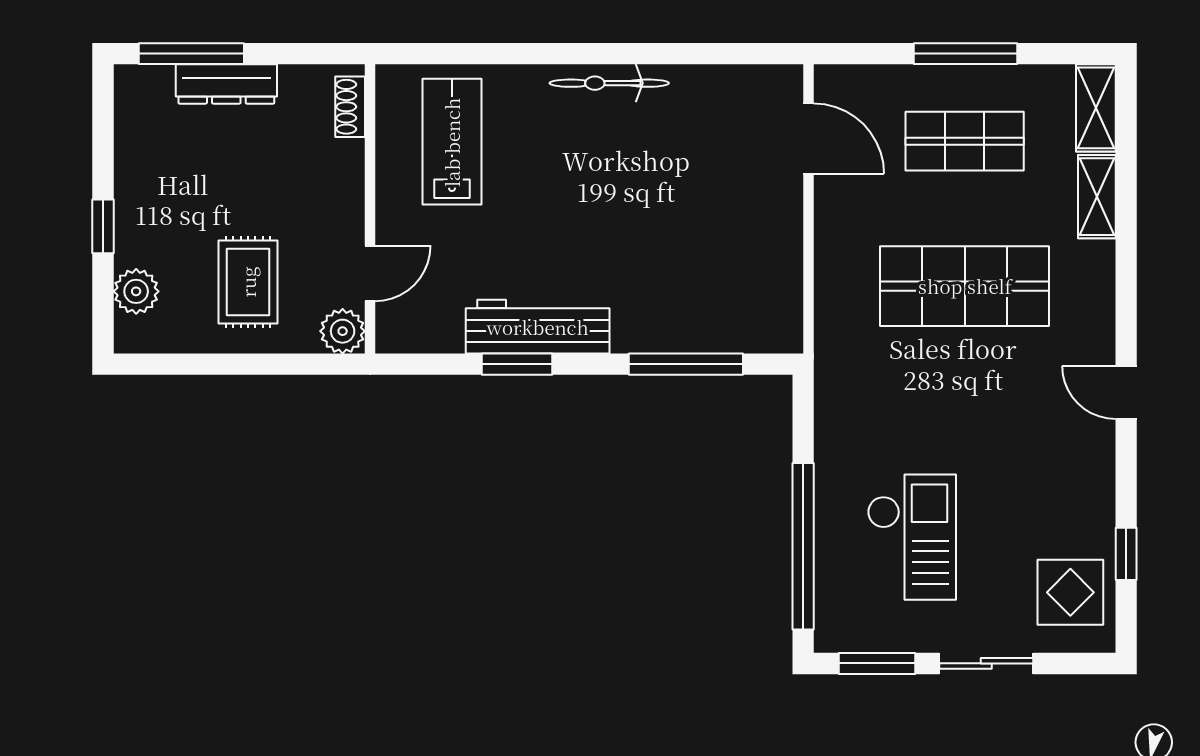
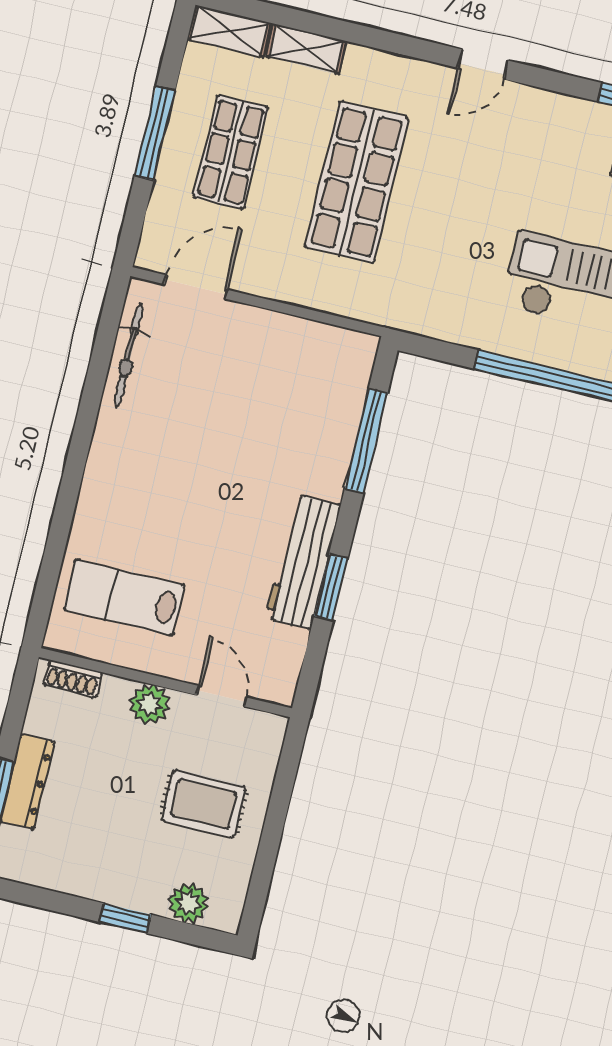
bicycle: (609, 83) -> (129, 355), moved
plant: (343, 331) -> (150, 704), moved

